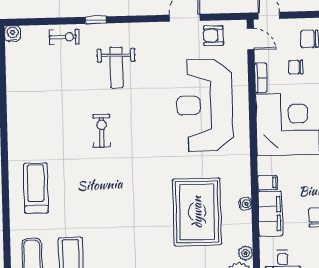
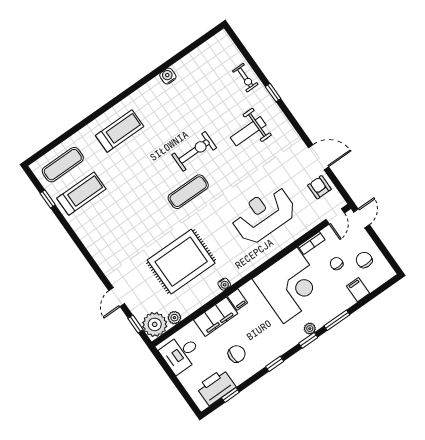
water cooler: (13, 34) -> (168, 76), moved, turned -90
reception desk: (204, 105) -> (264, 215), width x0.74, depth x0.77
exercise bike: (102, 131) -> (194, 151), width x1.38, depth x1.39
exercise mat: (136, 162) -> (188, 192), added
water cooler: (245, 204) -> (224, 284), moved

